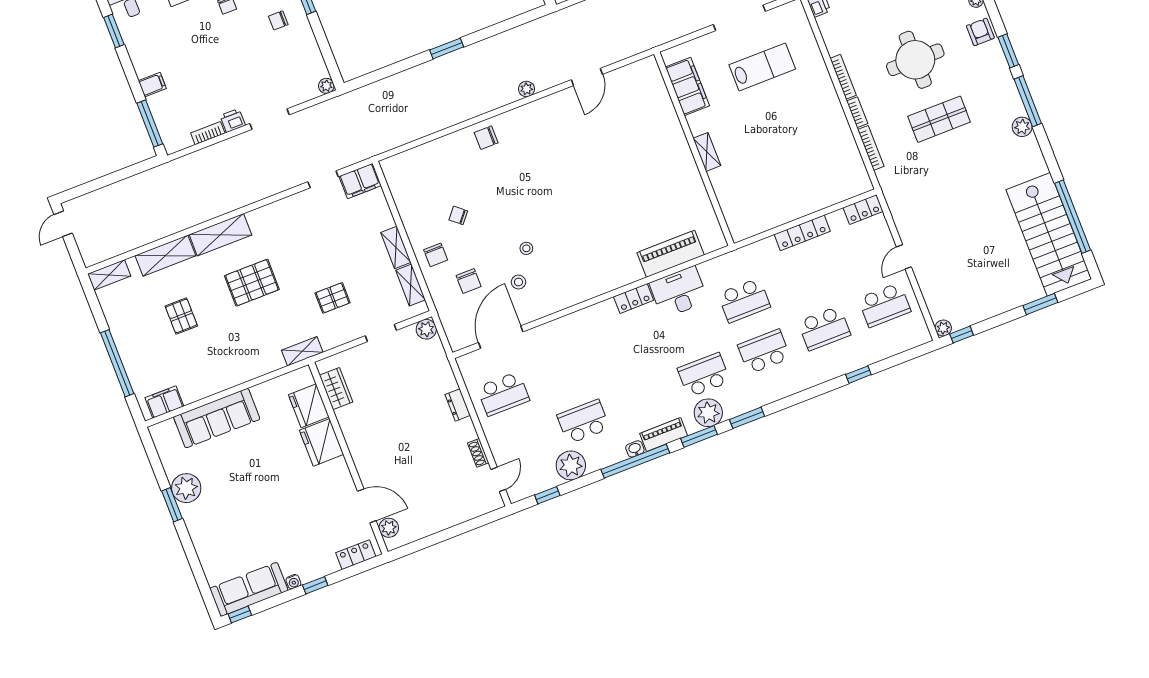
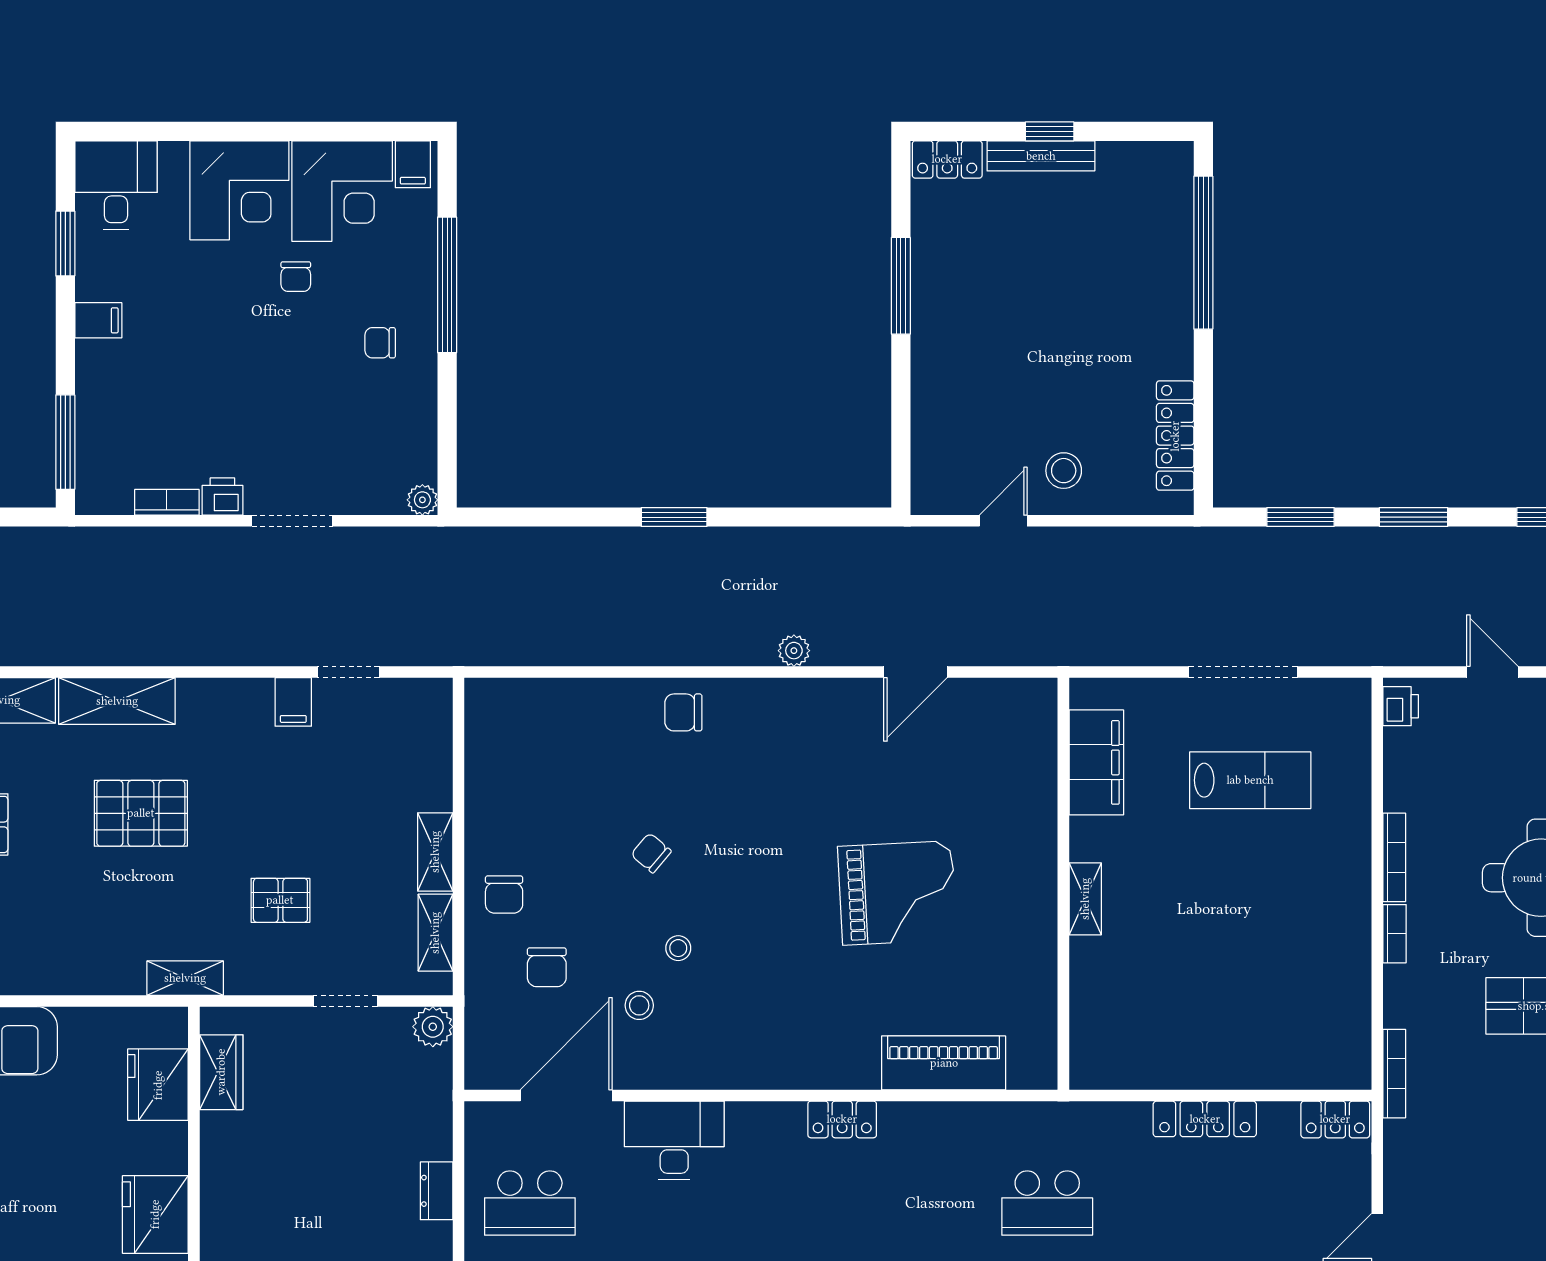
filing cabinet: (152, 85) -> (98, 320), moved
bookcase: (871, 148) -> (1394, 1074), moved
filing cabinet: (360, 181) -> (293, 702), moved, width x0.50
grand piano: (618, 183) -> (897, 893), added
chair: (458, 215) -> (651, 853), moved
desk: (679, 292) -> (674, 1140), moved
fridge: (322, 442) -> (155, 1214), moved

